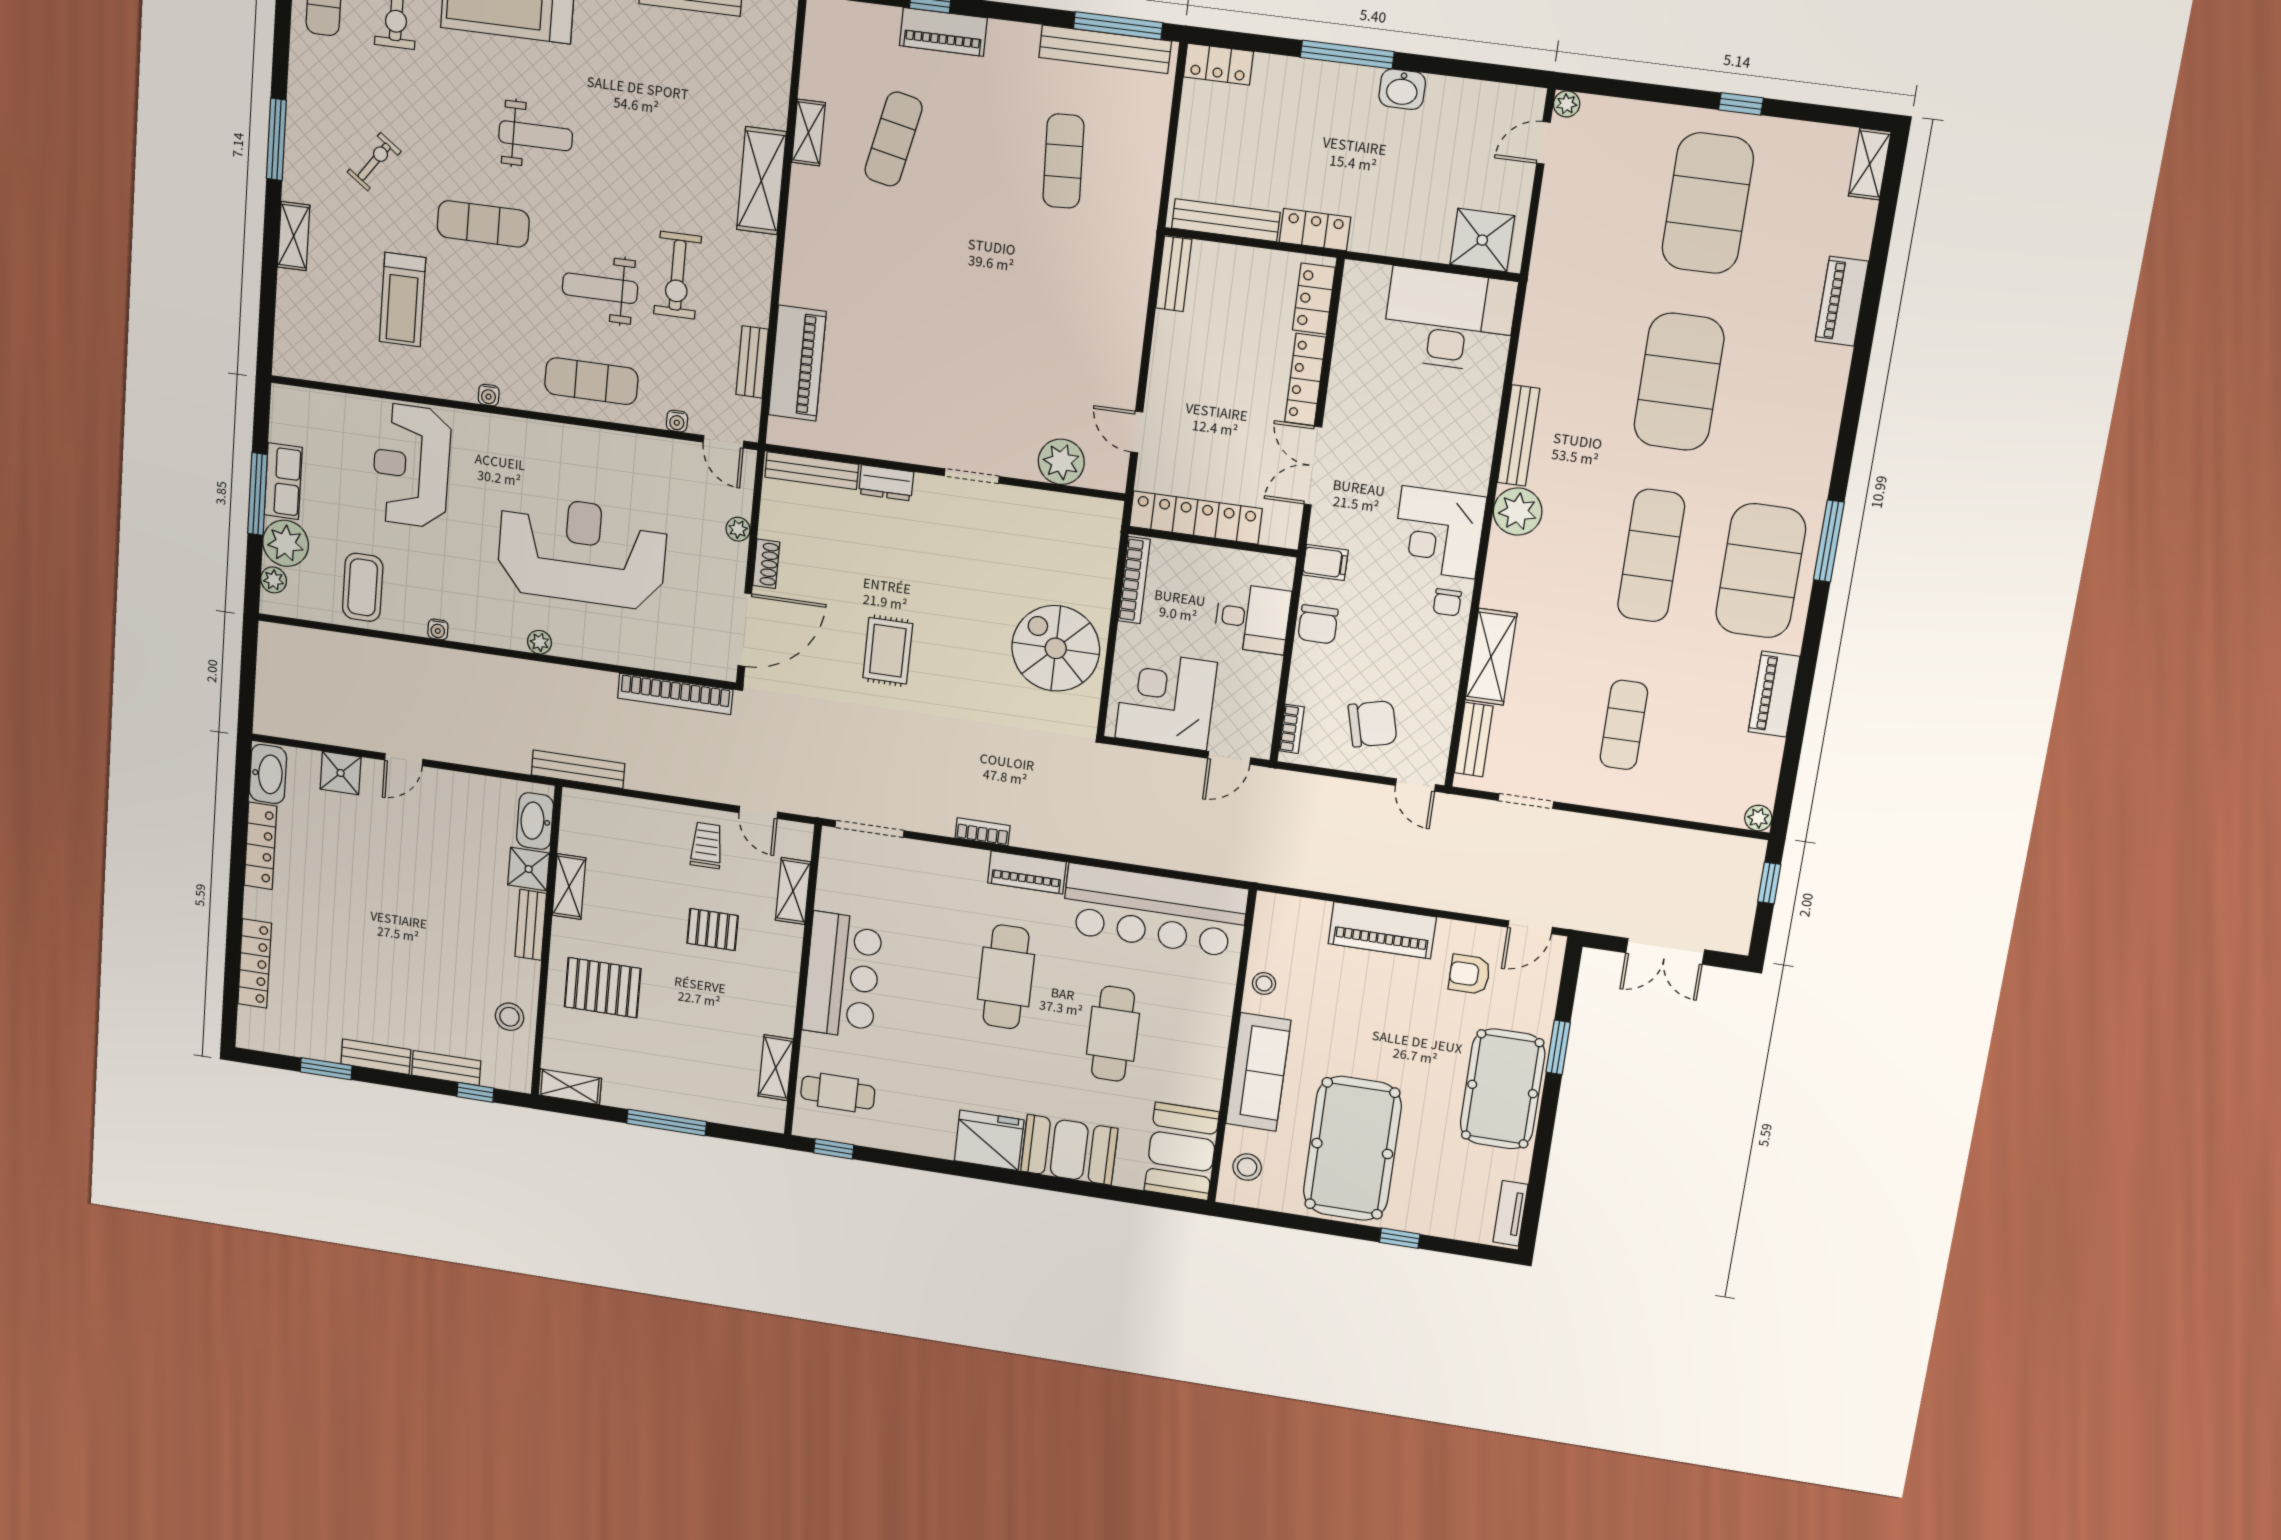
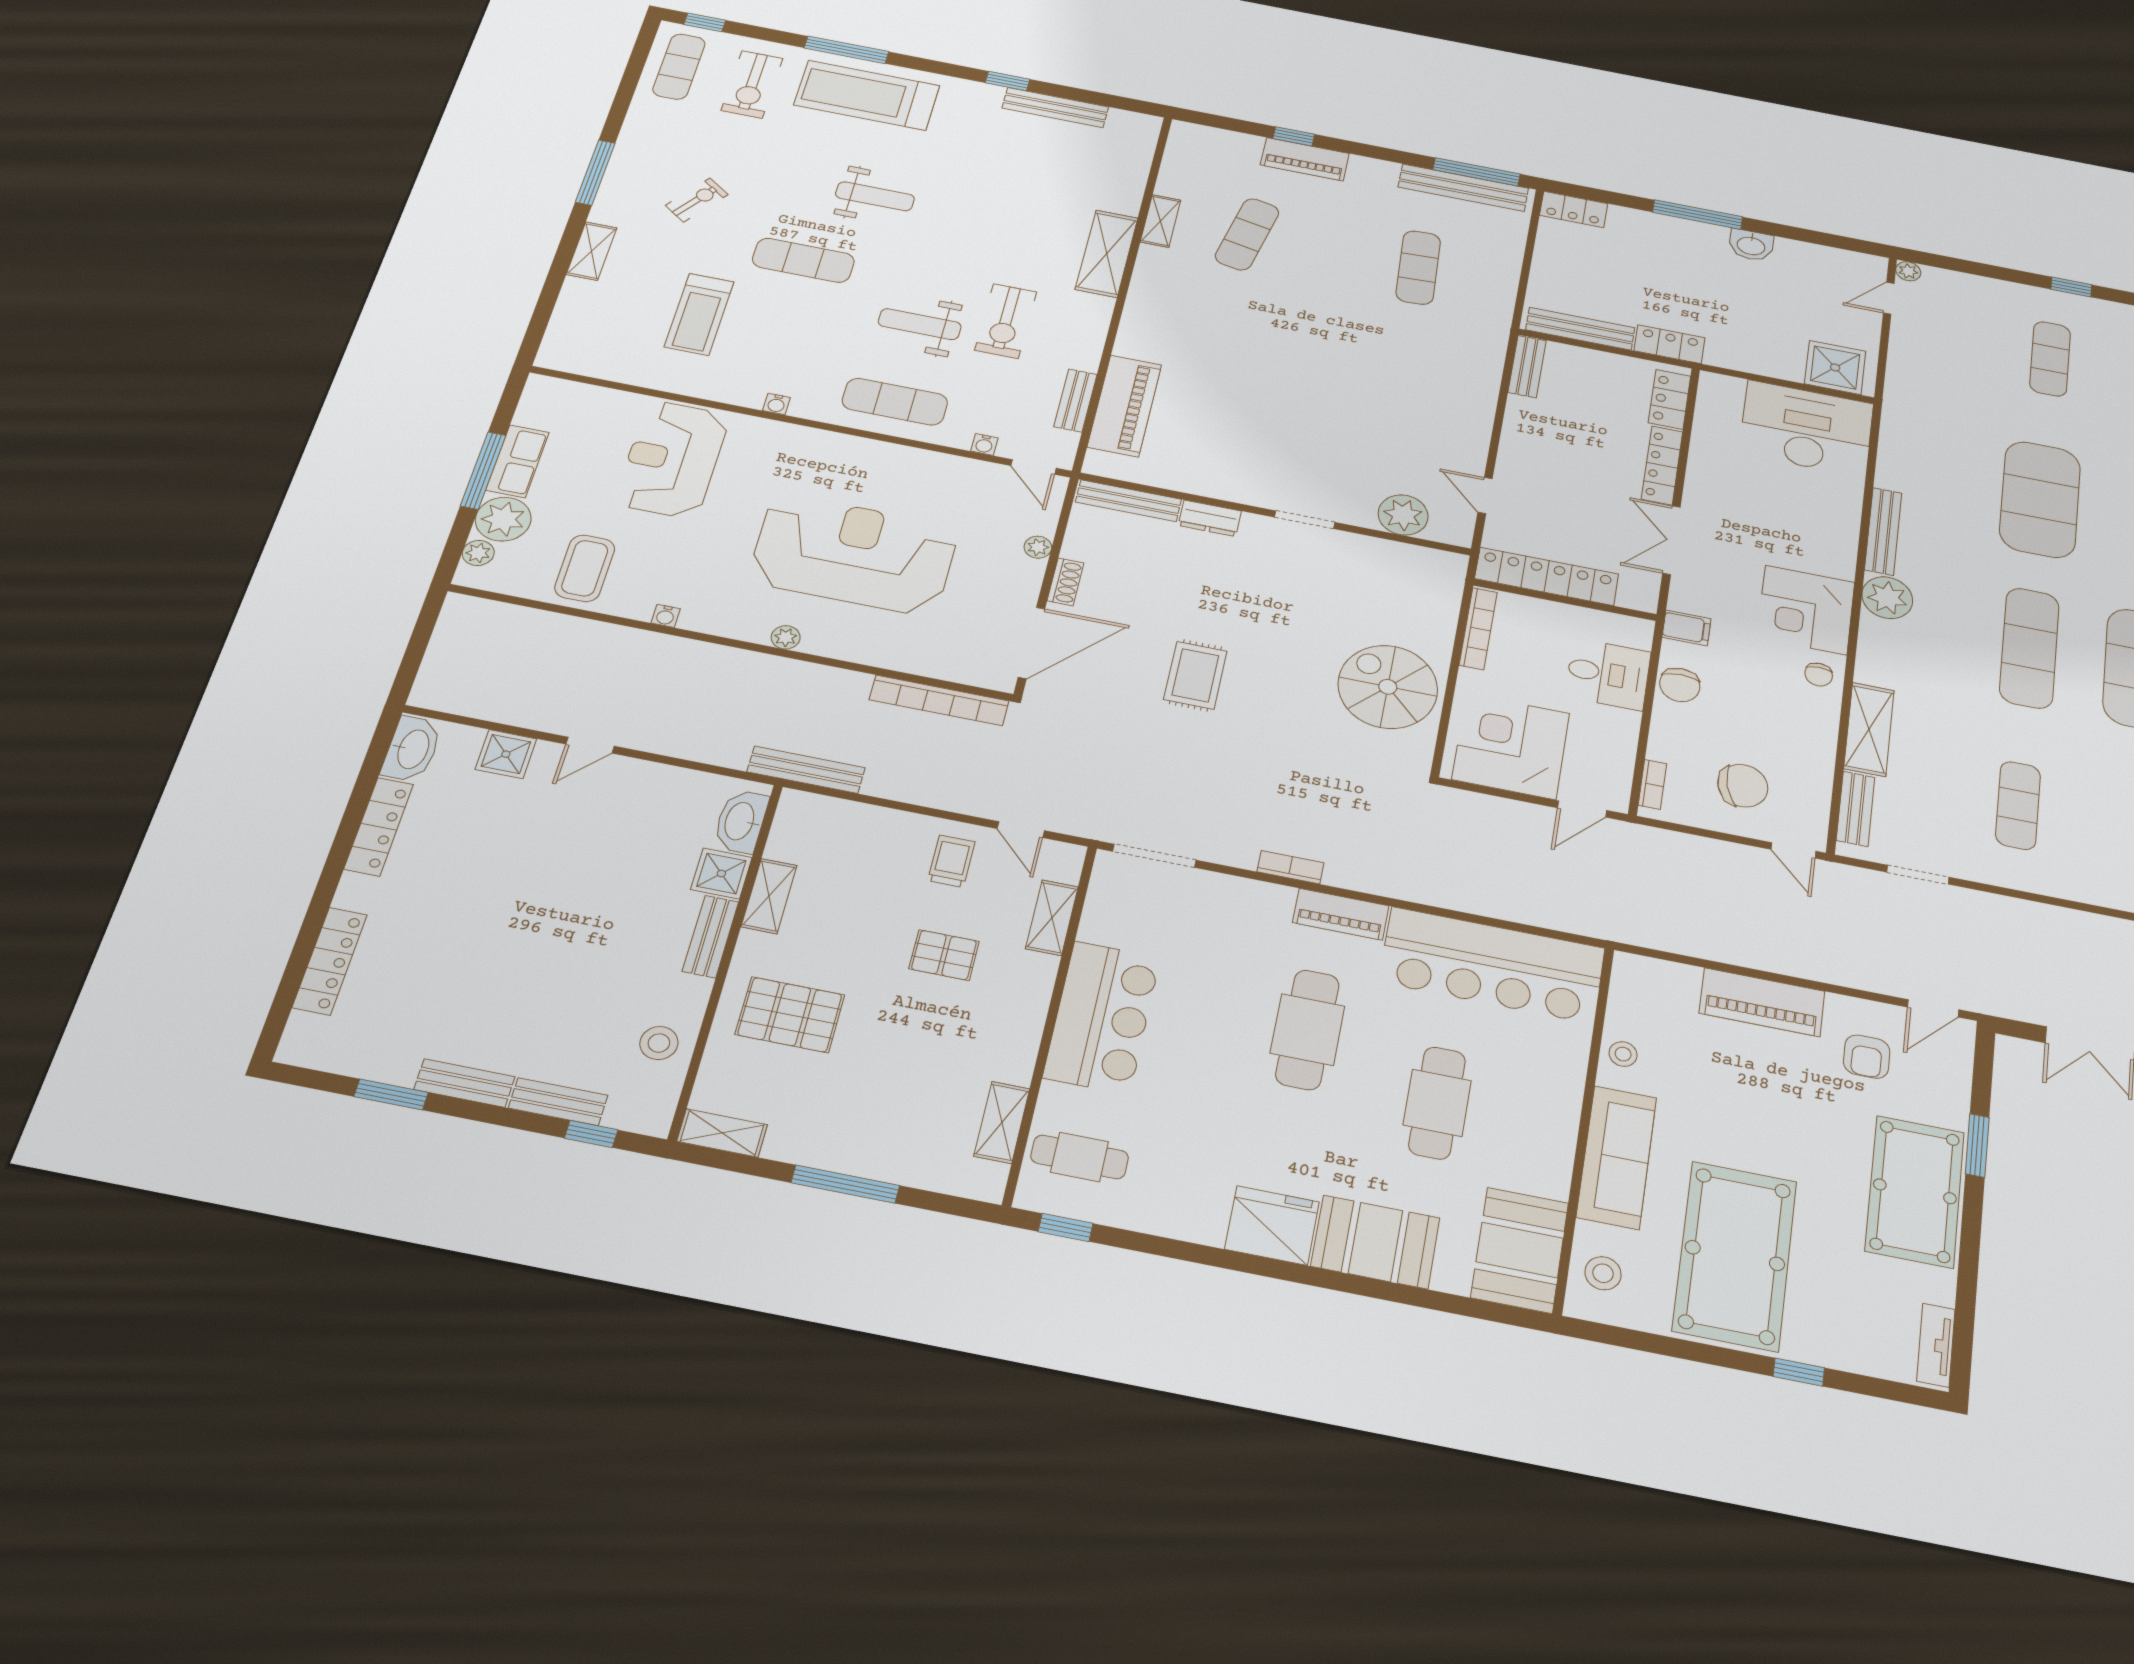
exercise mat: (1708, 203) -> (2050, 359), width x0.50, depth x0.69
armchair: (1469, 974) -> (1867, 1057), turned -90

